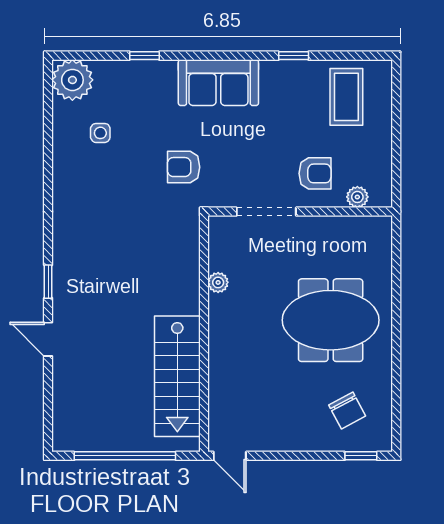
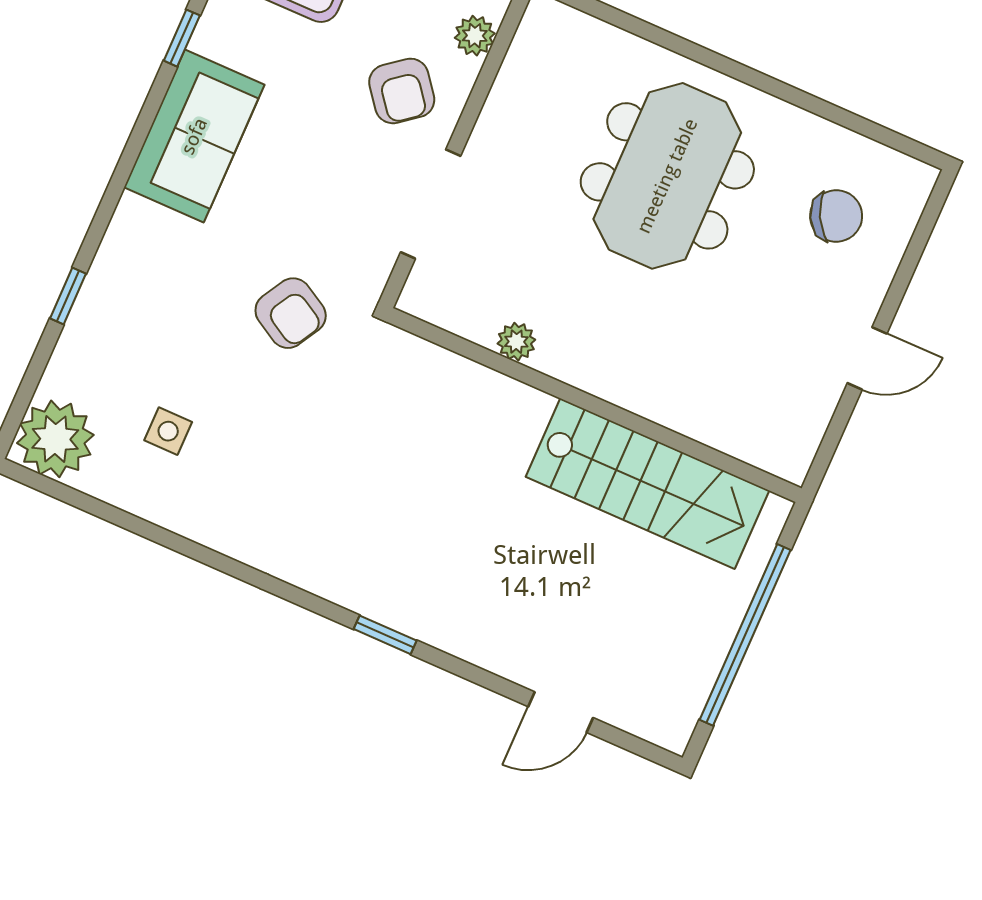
sofa: (218, 83) -> (194, 136), moved
armchair: (184, 167) -> (291, 313), turned -60
armchair: (315, 173) -> (402, 91), turned 142
door: (48, 339) -> (561, 712), moved
door: (230, 456) -> (867, 358), moved
window: (361, 456) -> (925, 227), removed

